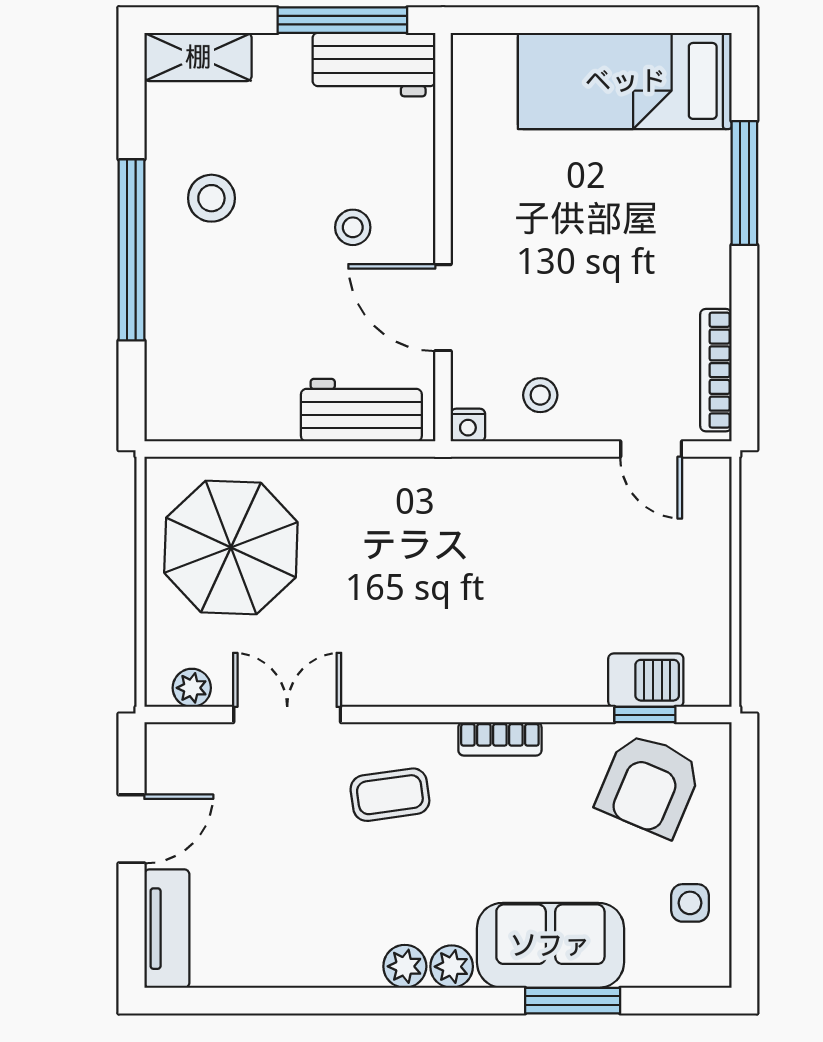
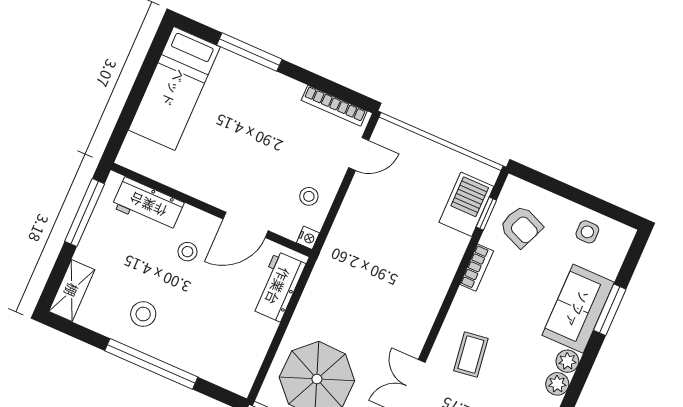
workbench: (374, 65) -> (148, 205), moved, turned 90
barbecue: (646, 680) -> (466, 204), width x1.38, depth x1.27
bookcase: (500, 739) -> (477, 268), moved
armchair: (649, 785) -> (521, 227), width x0.72, depth x0.72

